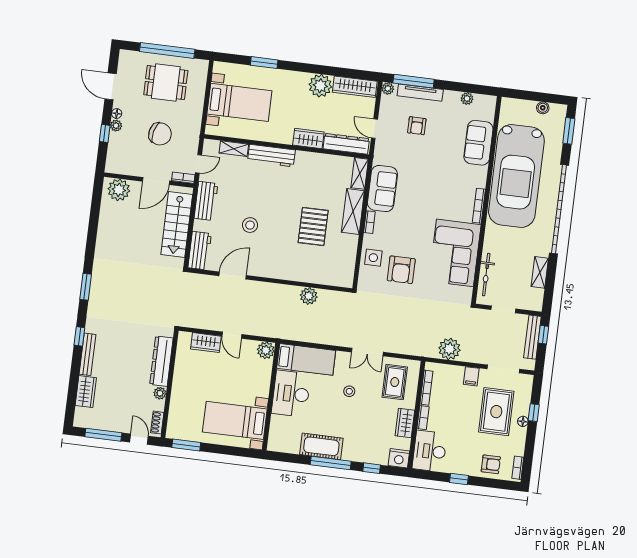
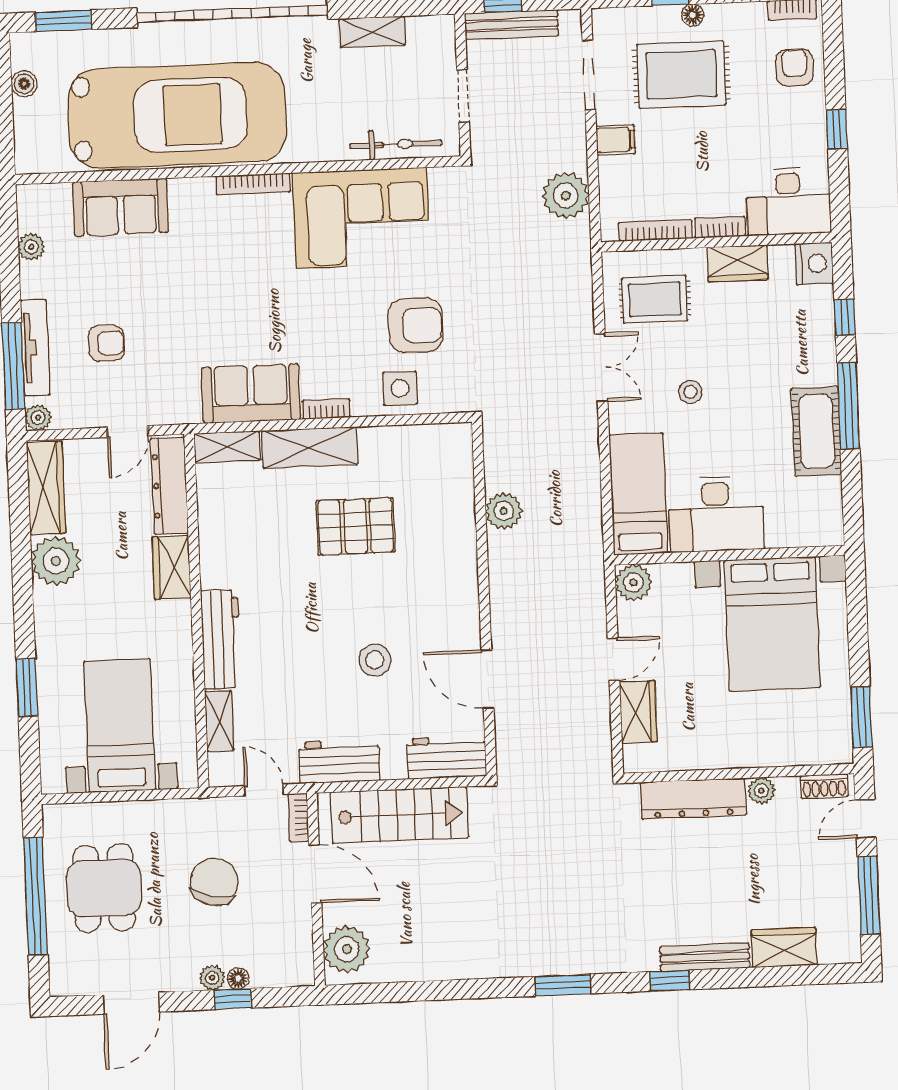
floor lamp: (117, 114) -> (238, 979), moved
bed with nightstands: (235, 420) -> (772, 624), width x1.36

